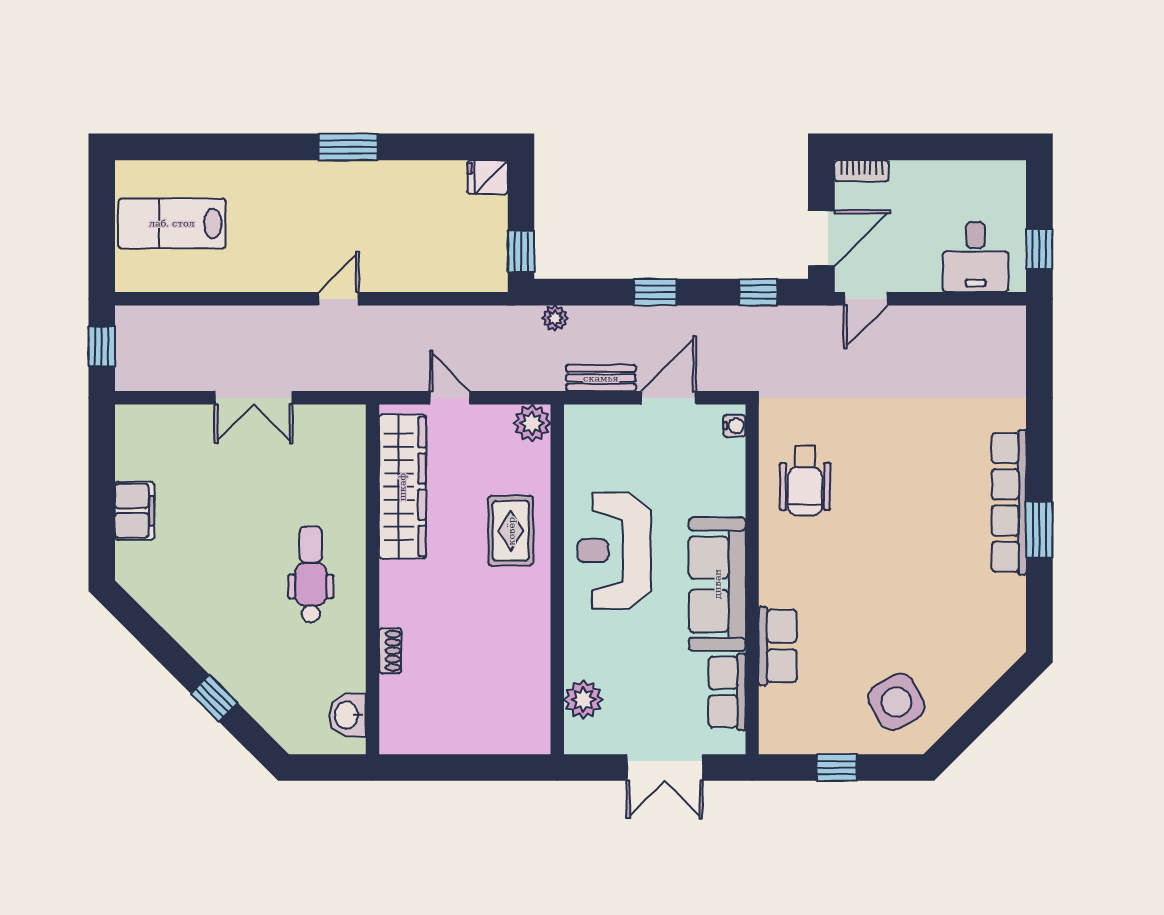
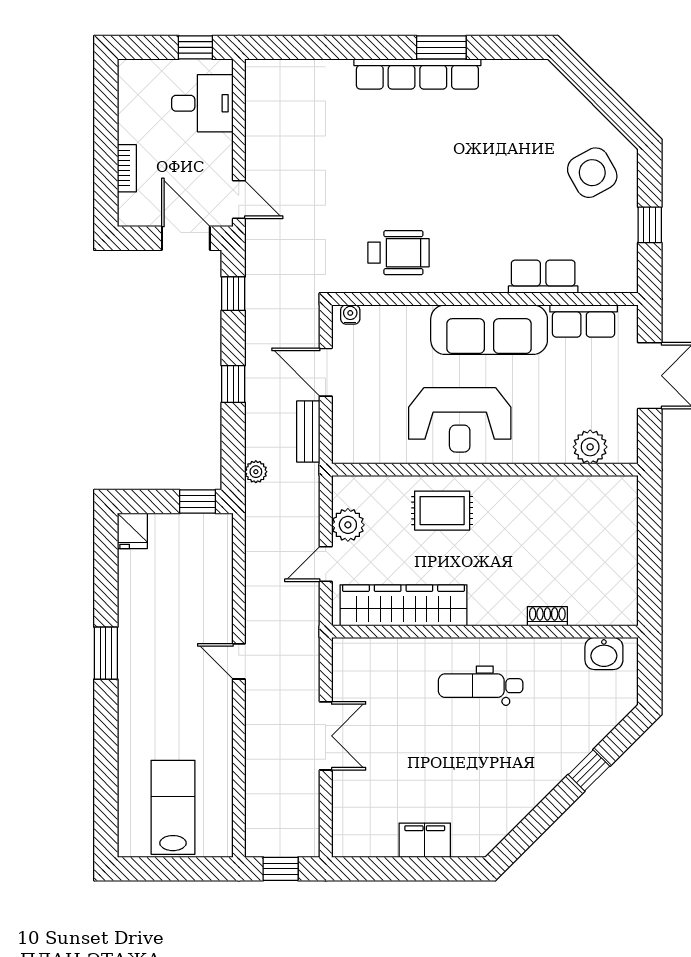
bookcase: (862, 171) -> (127, 168), moved
lab bench: (172, 223) -> (173, 807), turned 180
plant: (532, 423) -> (348, 525), moved

